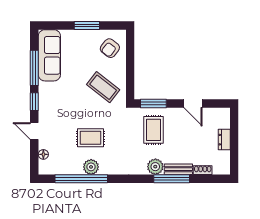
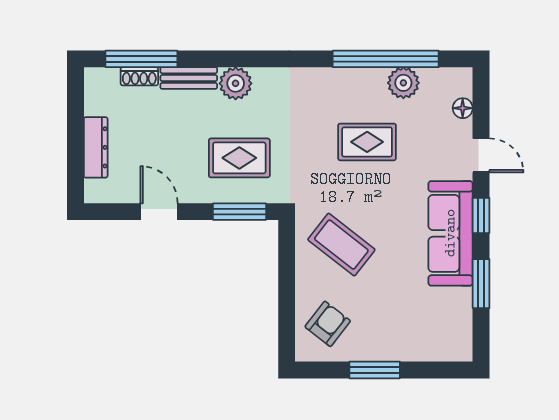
sofa: (49, 55) -> (450, 233), moved
window: (34, 68) -> (481, 284), width x0.69
rug: (153, 130) -> (239, 158), turned 90
dresser: (224, 140) -> (96, 147), width x1.44
plant: (91, 167) -> (403, 83), moved
window: (172, 179) -> (141, 59), moved

